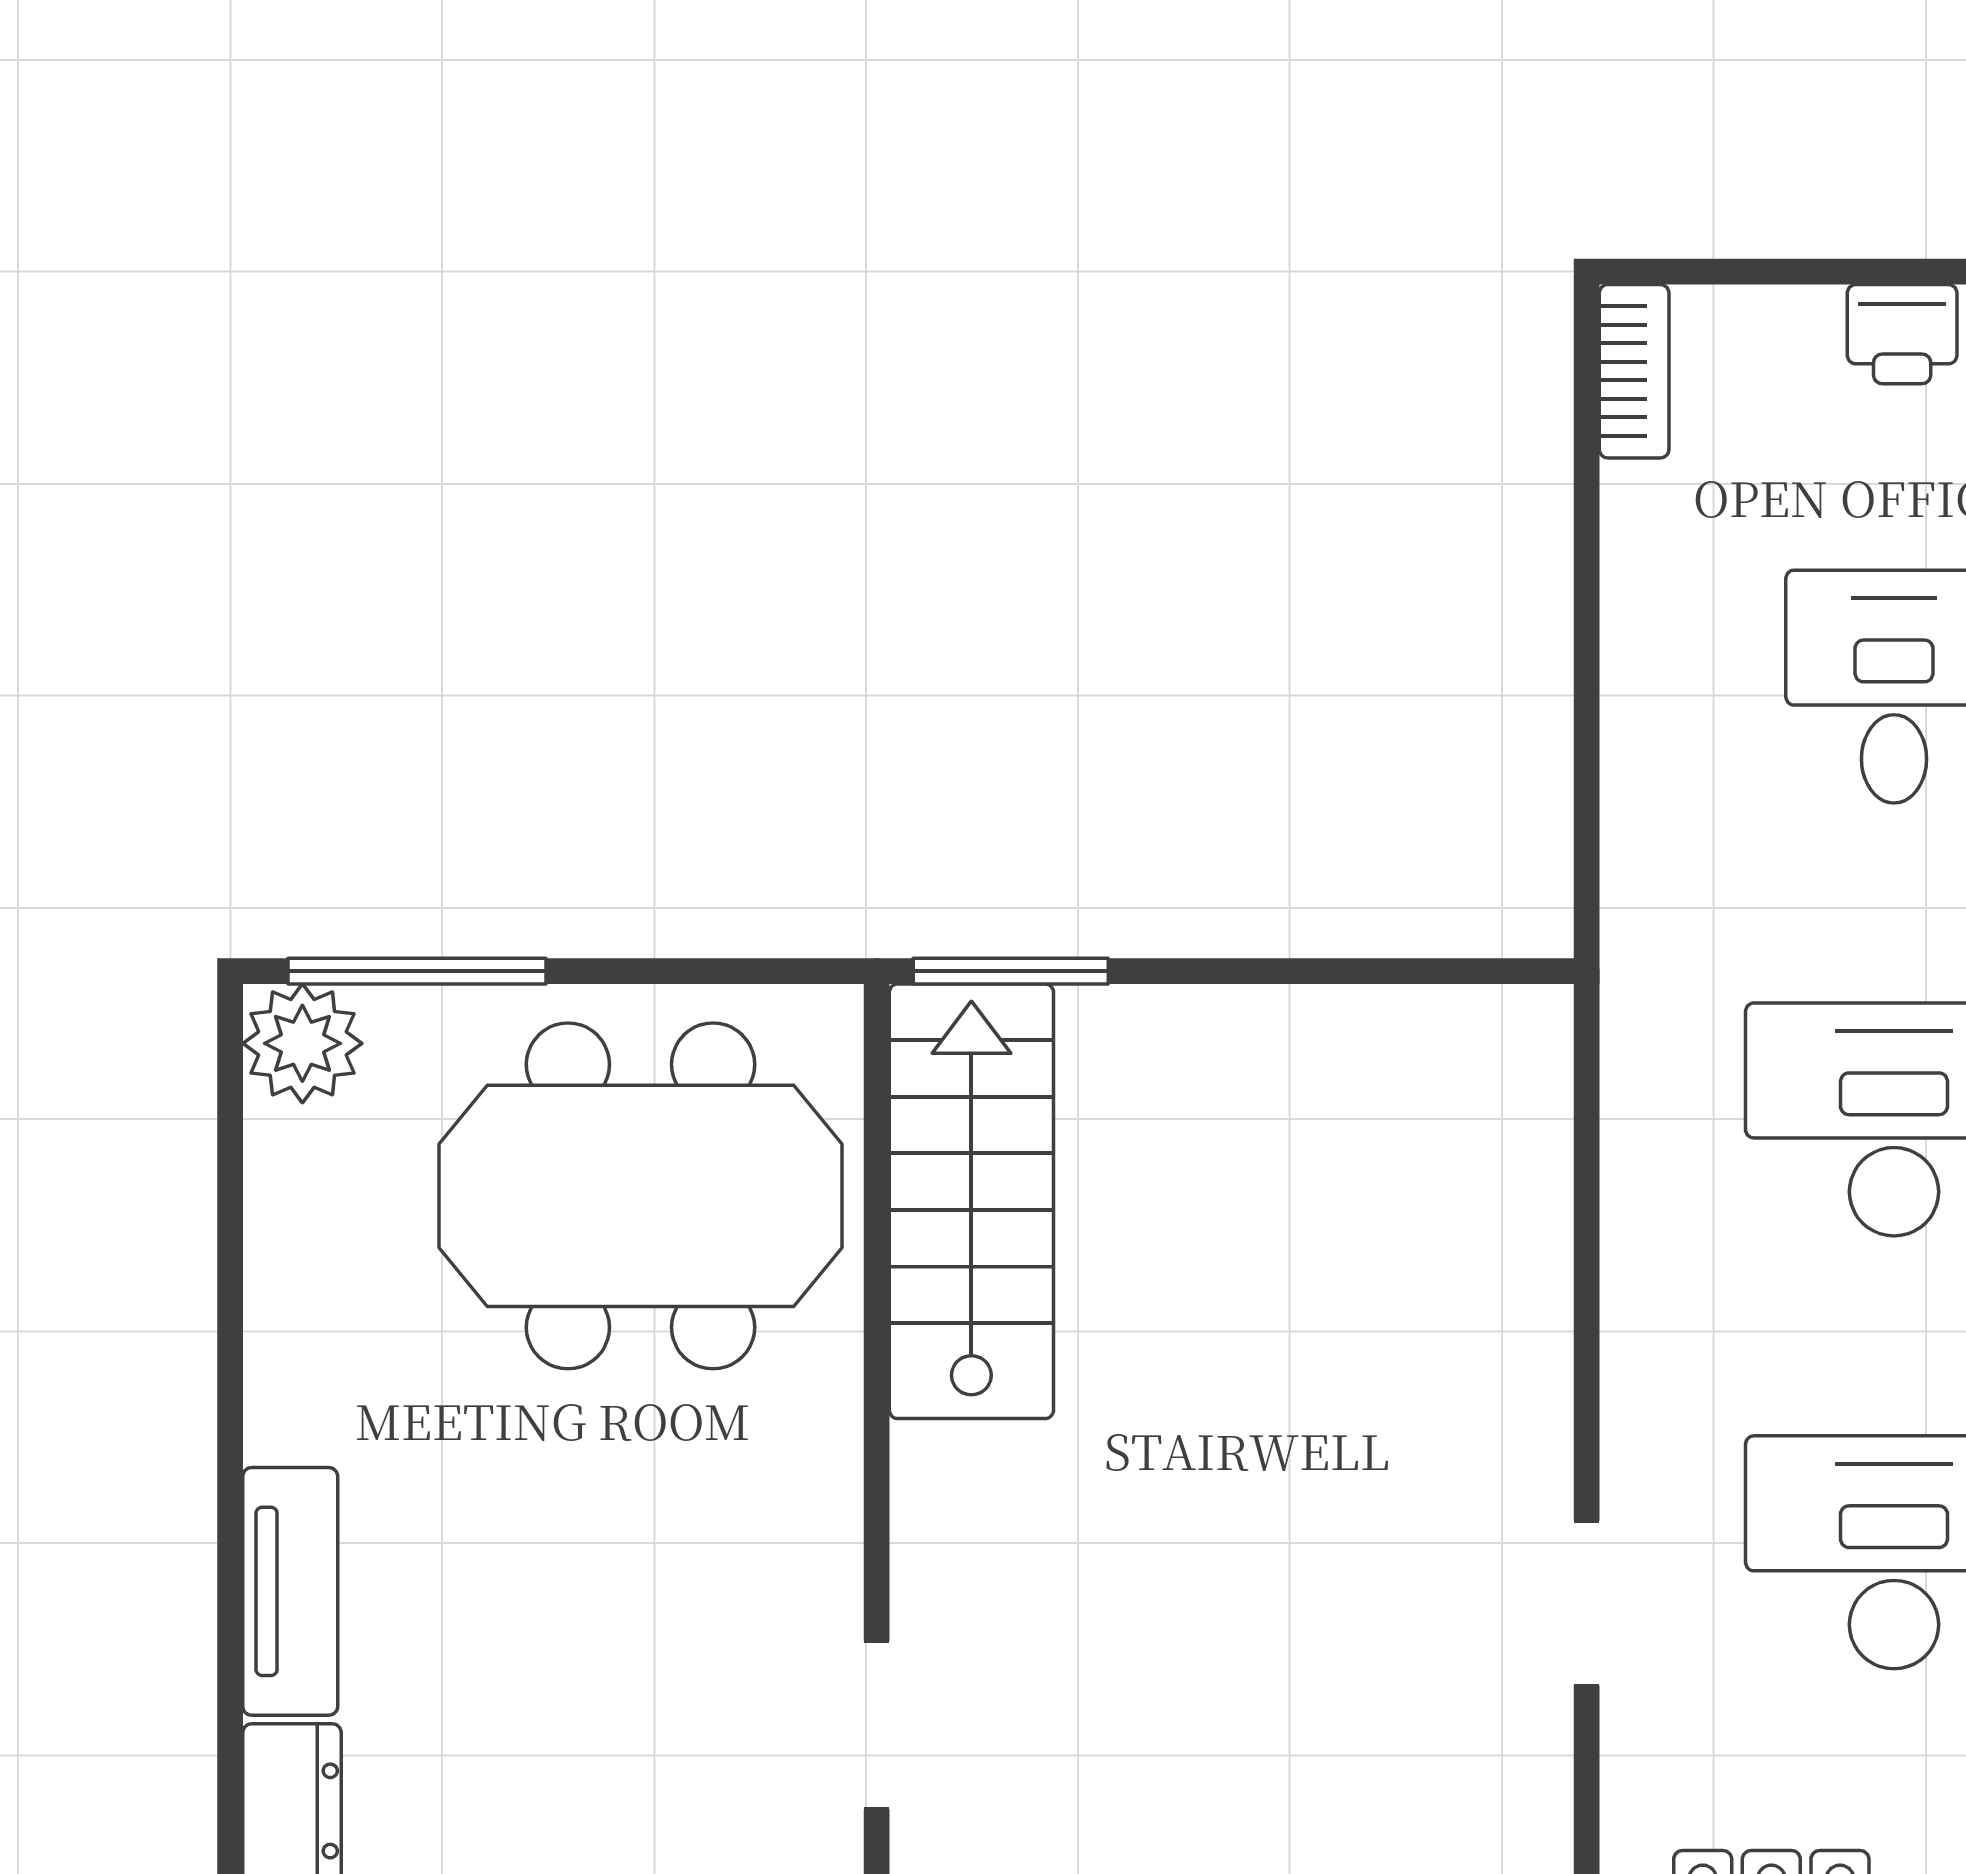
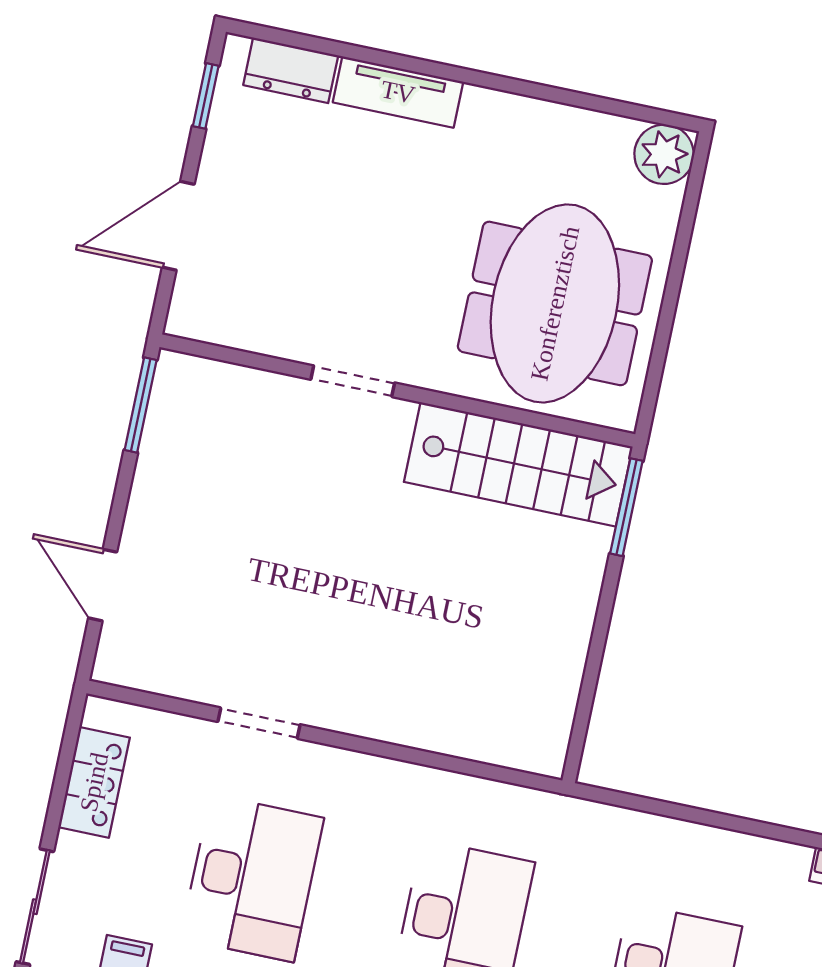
window: (417, 971) -> (688, 218), removed
doorway: (877, 1725) -> (353, 381), moved

